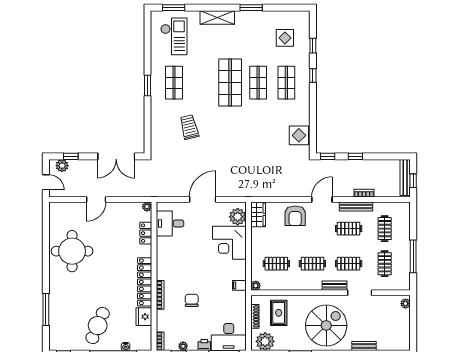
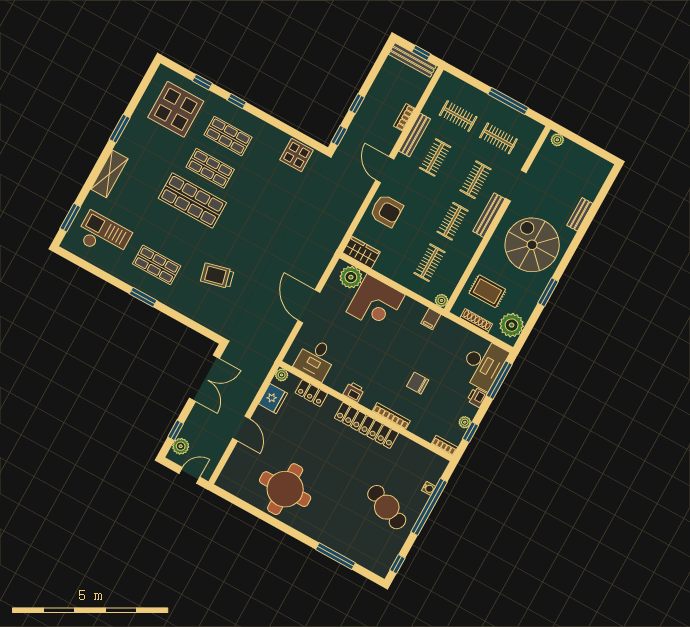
display table: (285, 38) -> (176, 109), width x1.86, depth x1.86
printer: (162, 261) -> (354, 392), added
bench: (335, 286) -> (489, 215), width x1.36
fridge: (144, 317) -> (273, 399), moved, turned -90

